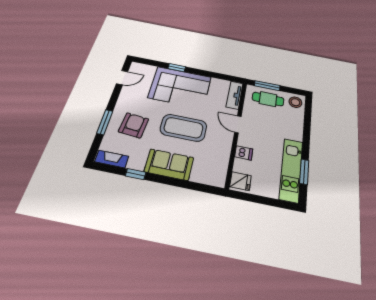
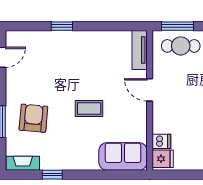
corner sofa: (180, 87) -> (72, 55), removed
coffee table: (183, 128) -> (89, 109), width x0.54, depth x0.58
dishwasher: (244, 153) -> (161, 141), moved
sofa: (169, 165) -> (123, 156), moved

